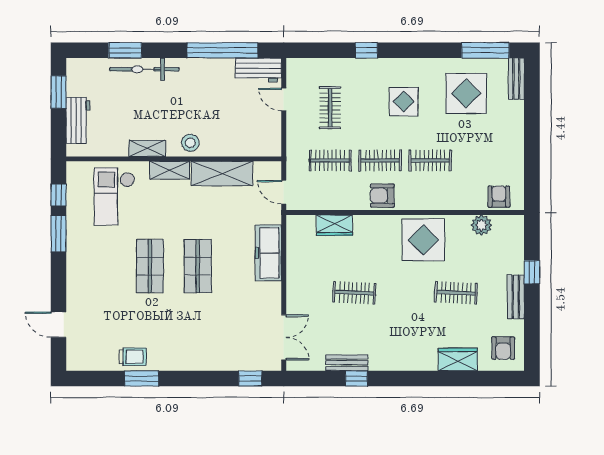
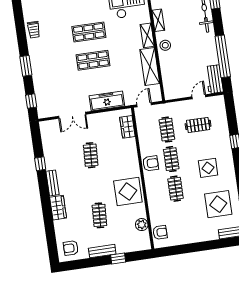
armchair: (382, 196) -> (151, 163), turned 90
wardrobe: (334, 225) -> (127, 127), moved
double door: (284, 337) -> (72, 115), moved
wardrobe: (458, 359) -> (58, 208), moved
bench: (347, 363) -> (52, 183), moved
window: (142, 378) -> (26, 66), moved

